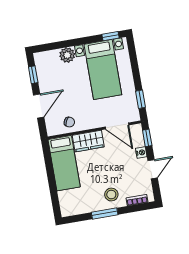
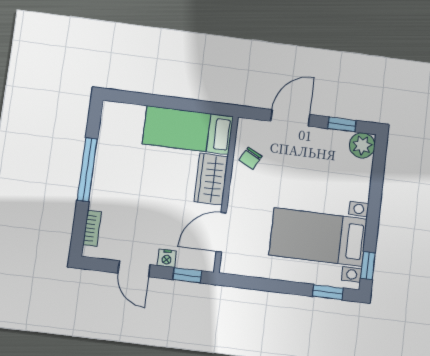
plant: (67, 55) -> (362, 145), moved
window: (140, 99) -> (328, 292), moved
door: (39, 106) -> (290, 118), swing flipped
stool: (111, 195) -> (114, 190), removed
window: (105, 213) -> (87, 170), width x1.44

